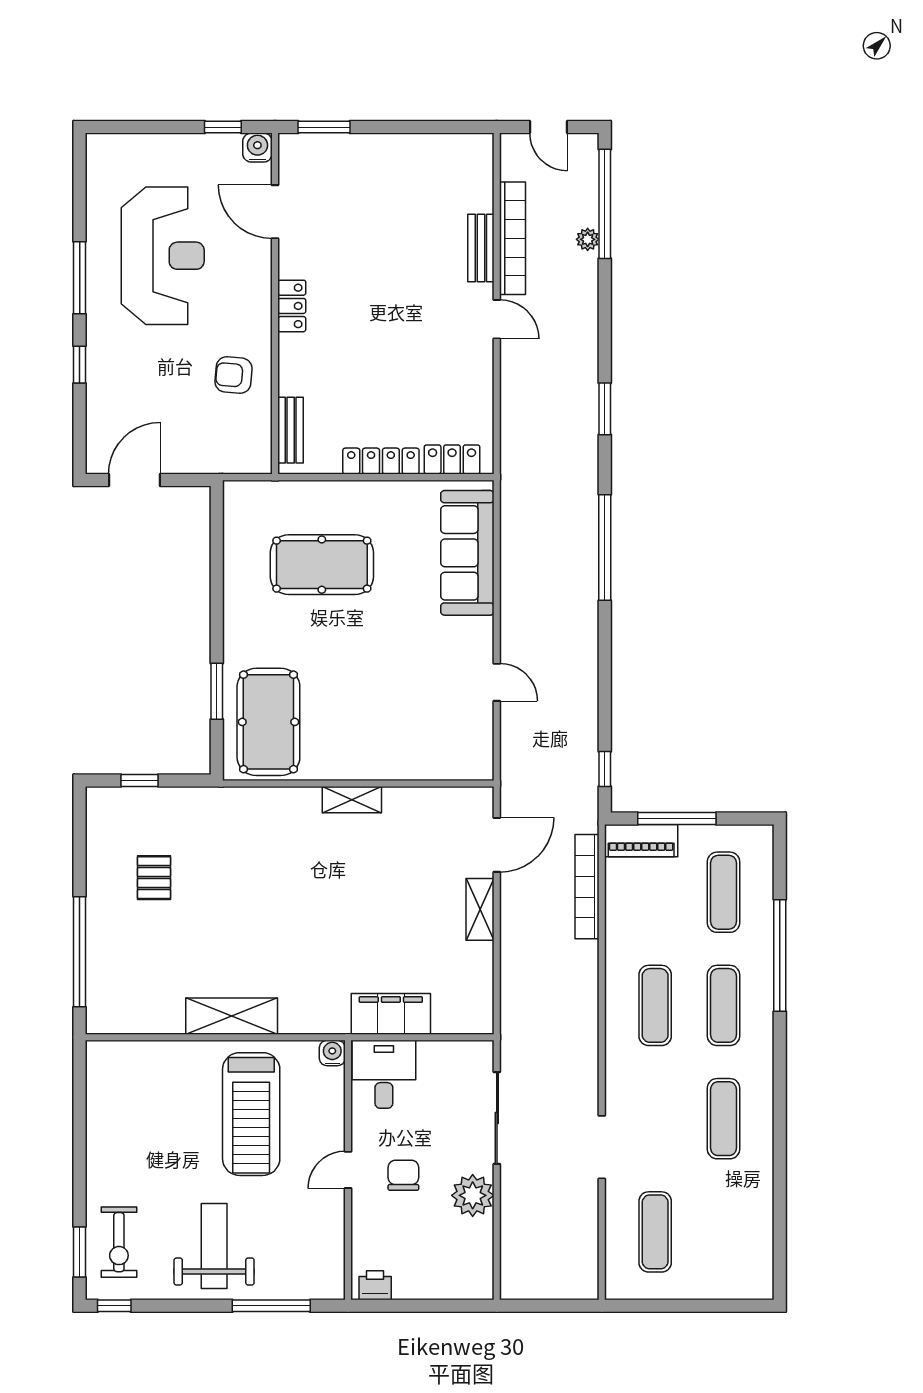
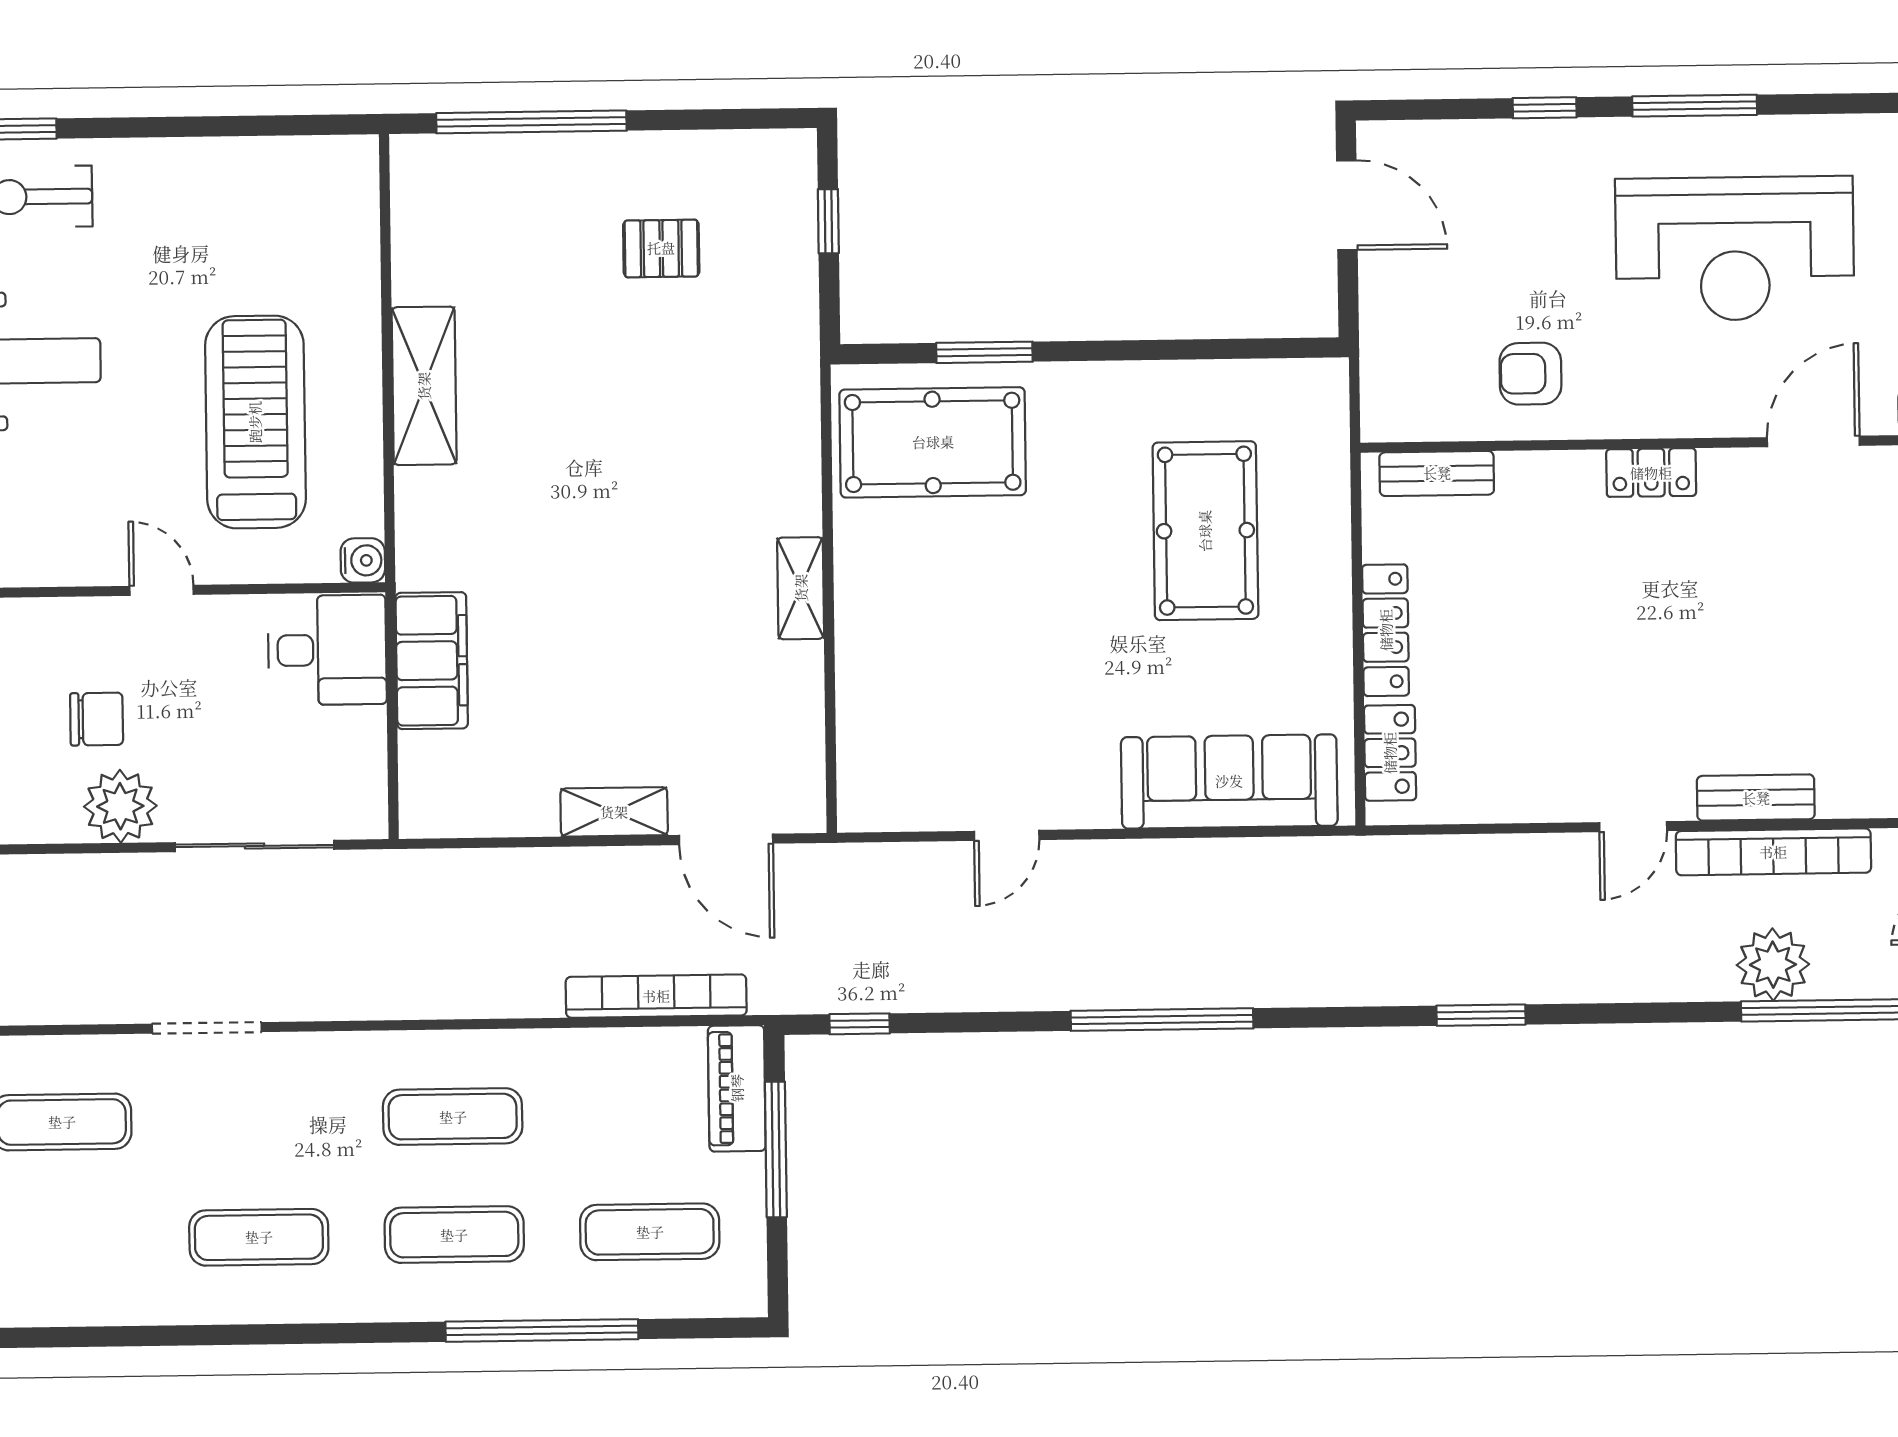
plant: (588, 239) -> (1773, 965), width x1.88, depth x1.88
armchair: (233, 375) -> (1530, 374), turned -95
window: (605, 548) -> (1162, 1020), moved
treadmill: (251, 1114) -> (255, 422), turned 90
chair: (403, 1175) -> (97, 719), moved

